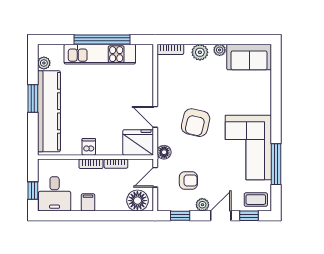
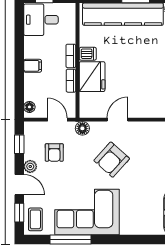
armchair: (196, 123) -> (112, 160), turned -61
fridge: (138, 142) -> (92, 77), moved
floor lamp: (137, 201) -> (29, 107), width x0.53, depth x0.53
filing cabinet: (88, 202) -> (33, 66), moved

